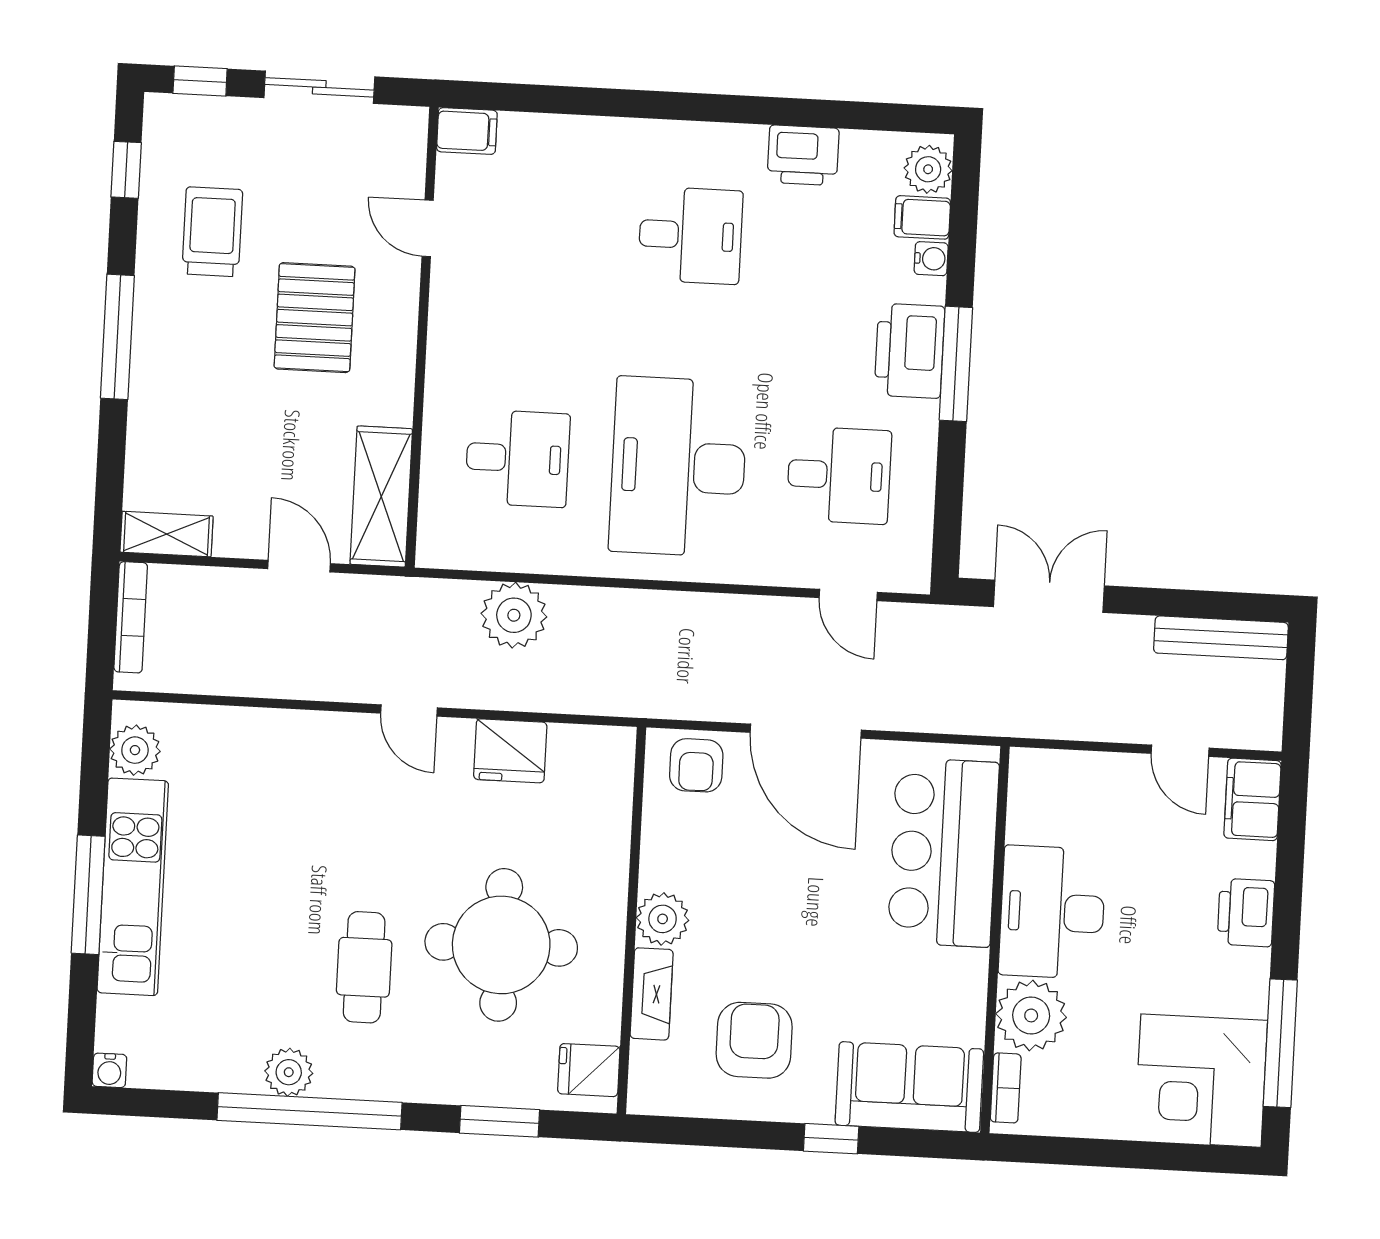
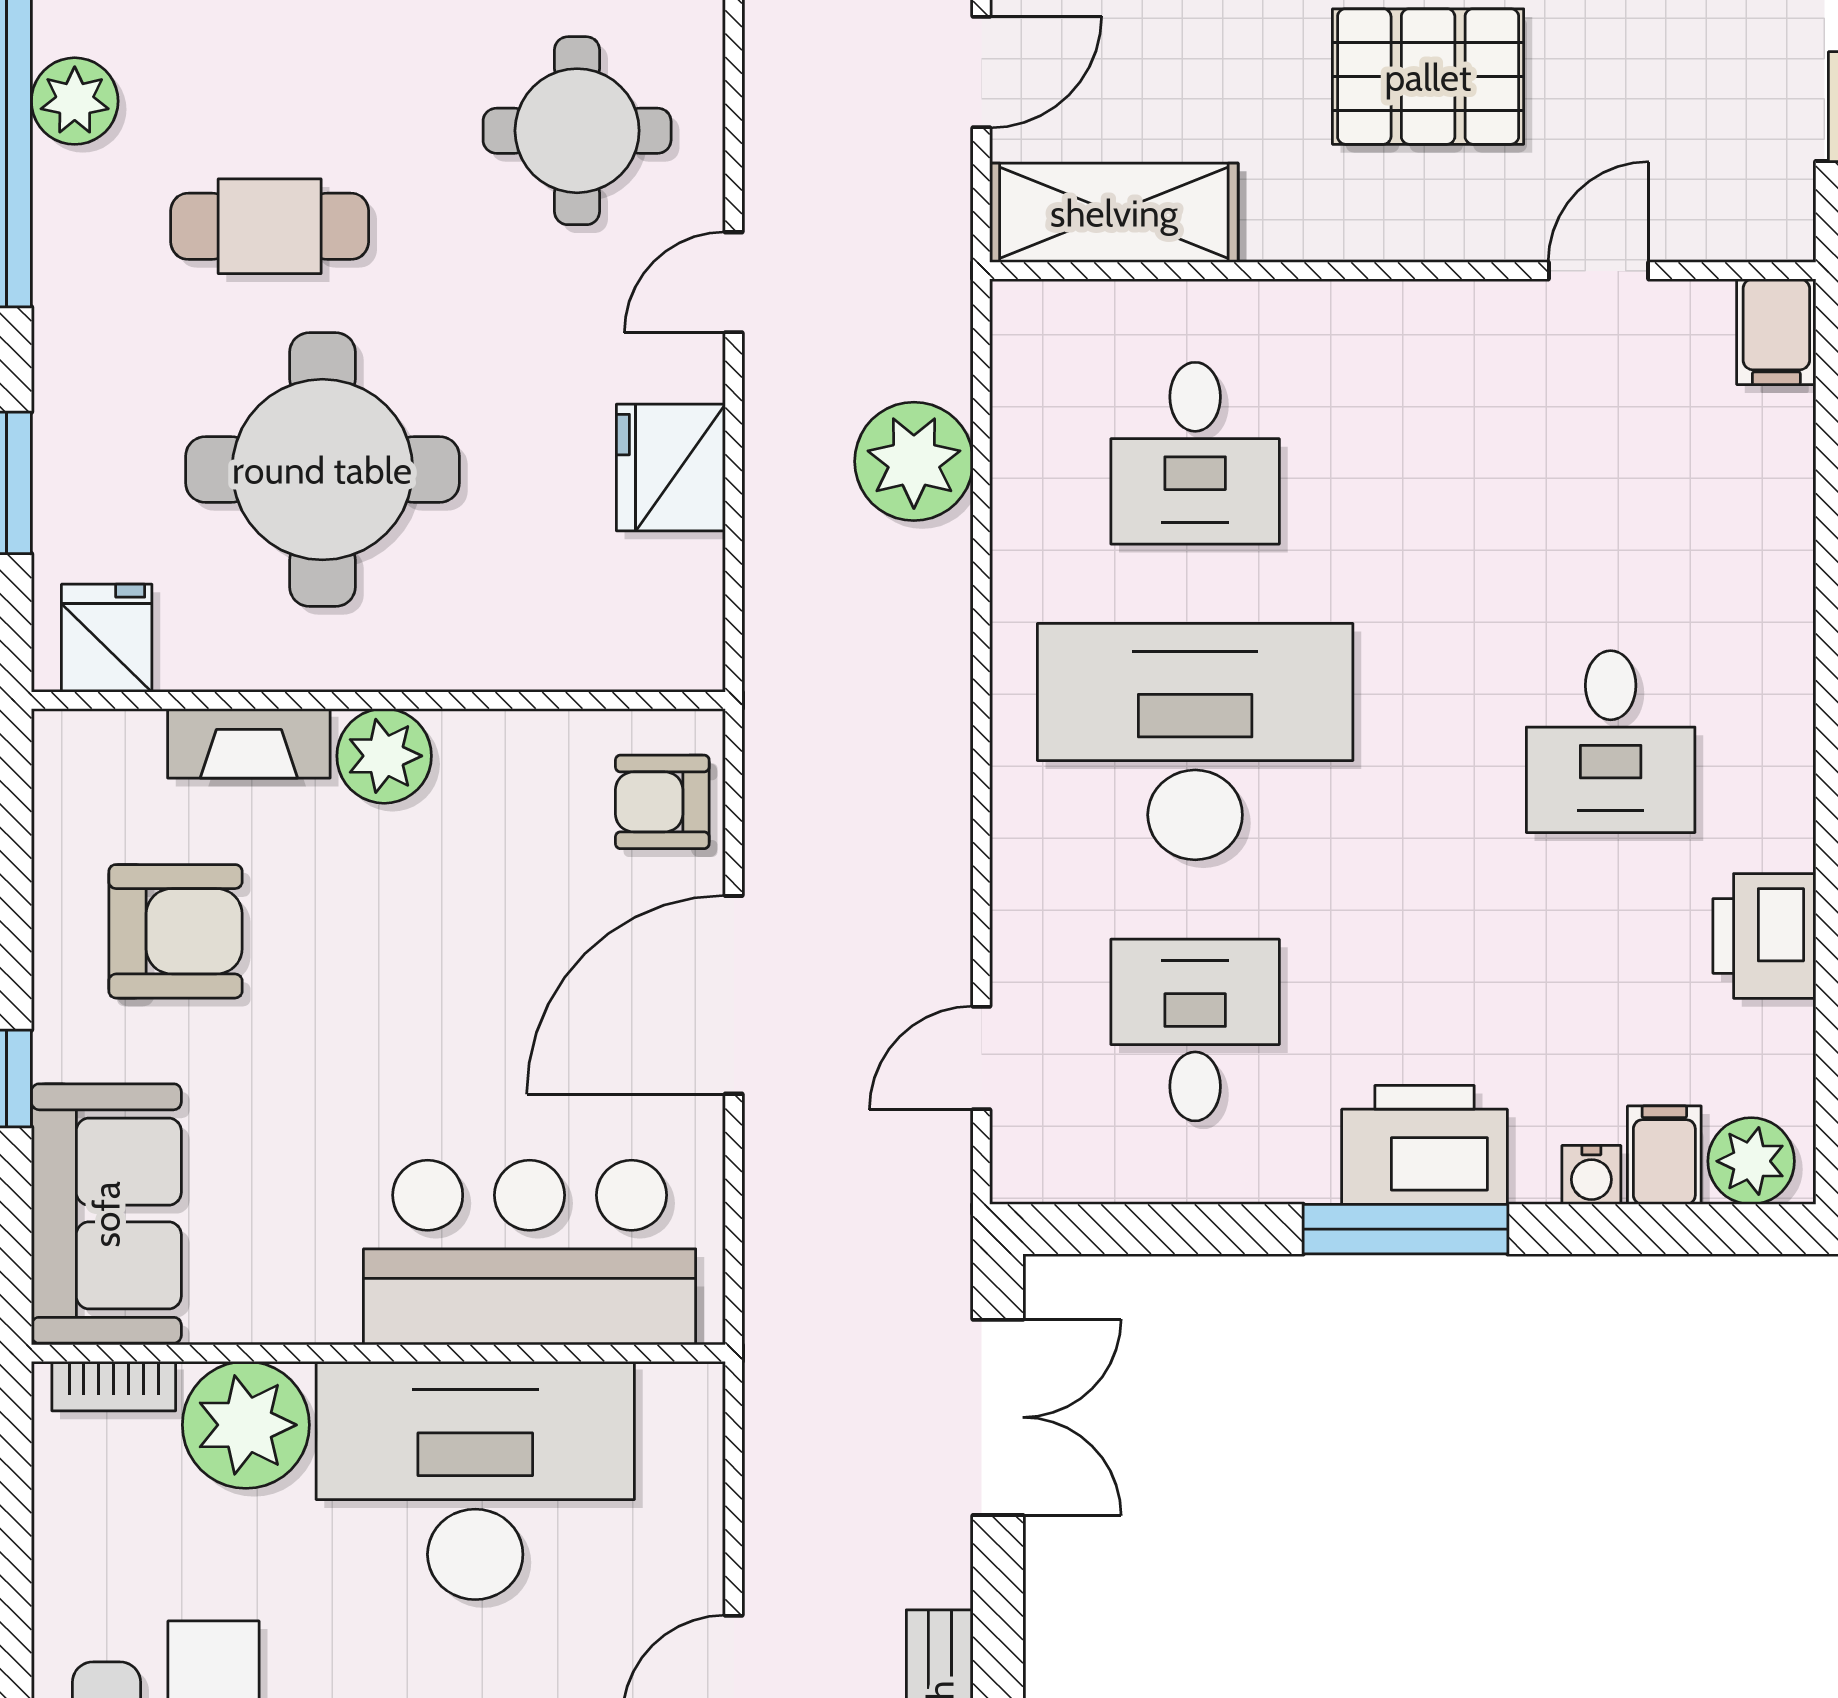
desk: (839, 475) -> (1195, 1030), turned 180
round table: (320, 793) -> (577, 131), added
desk: (1052, 912) -> (475, 1480), width x1.36, depth x1.30

